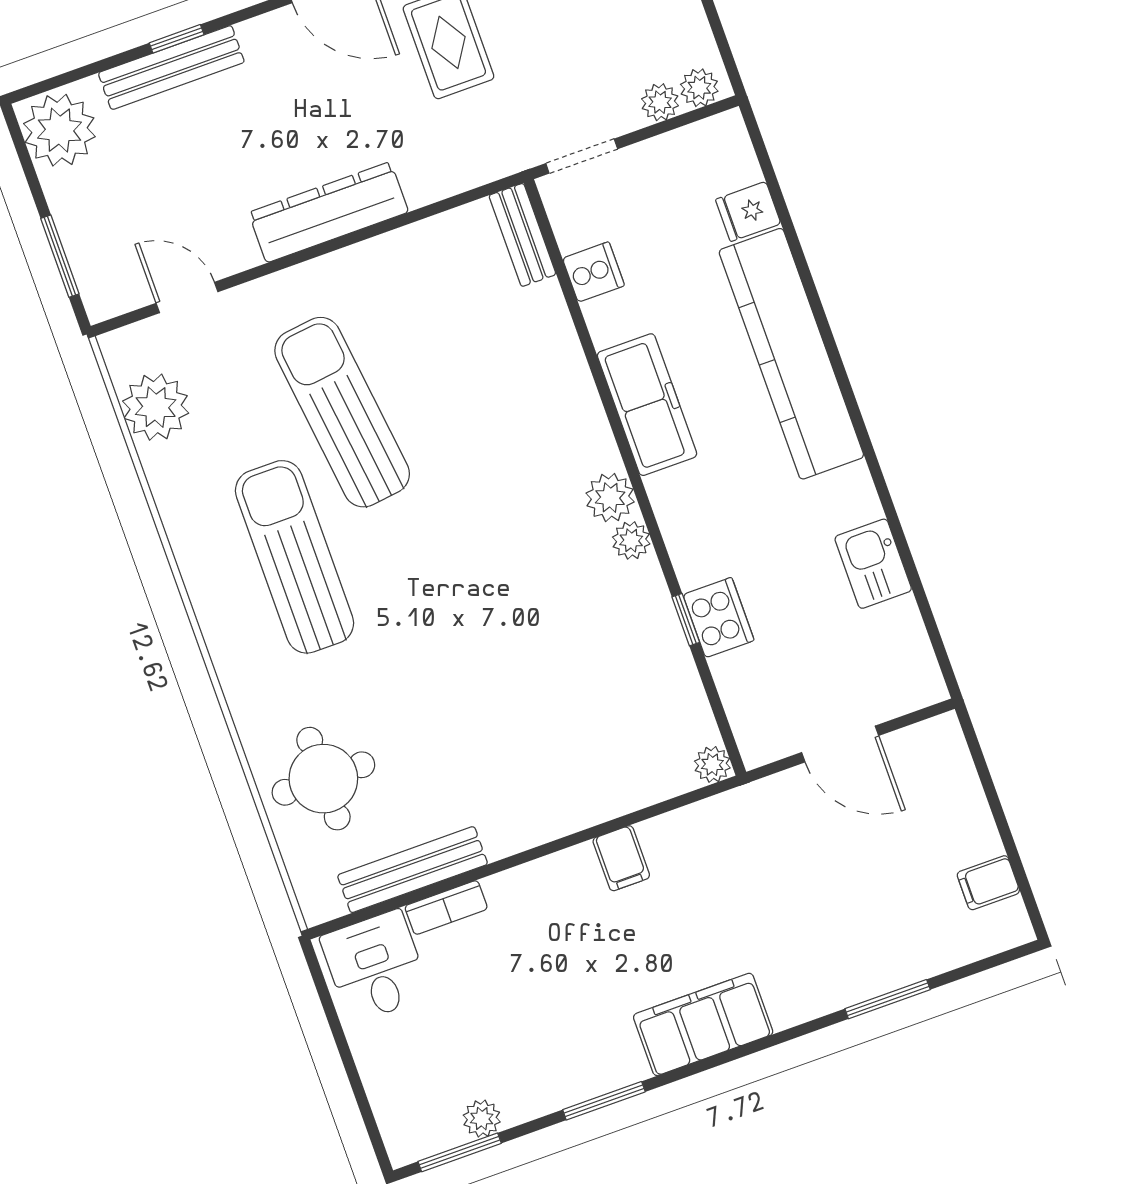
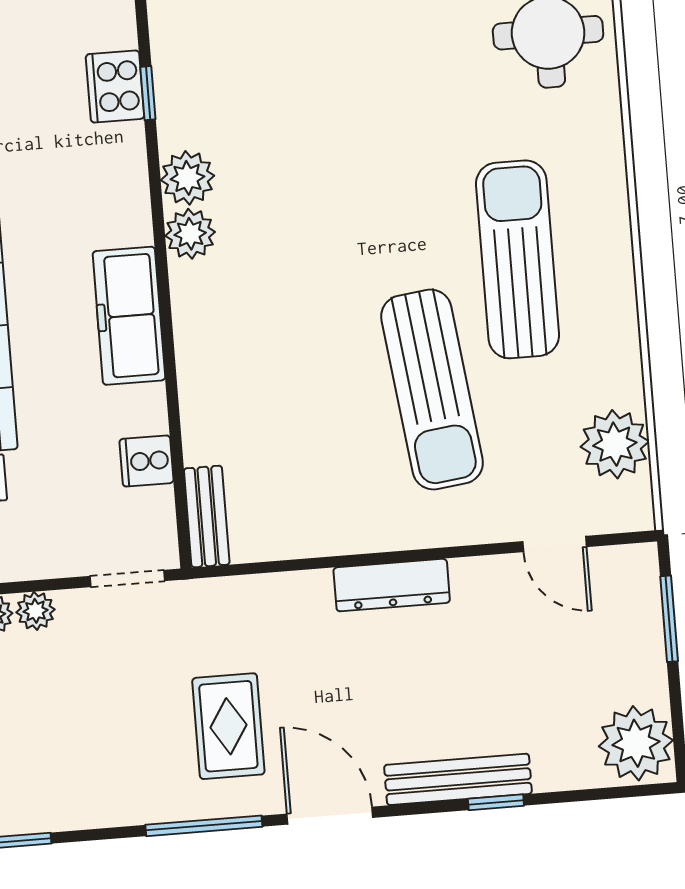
bench: (171, 68) -> (458, 779), moved
dresser: (329, 212) -> (392, 585), width x0.73, depth x0.80
plant: (631, 540) -> (188, 178), width x1.38, depth x1.38
sun lounger: (294, 557) -> (518, 259), turned 180

